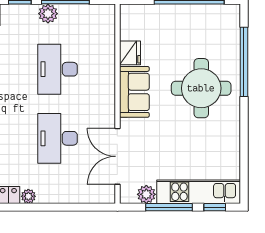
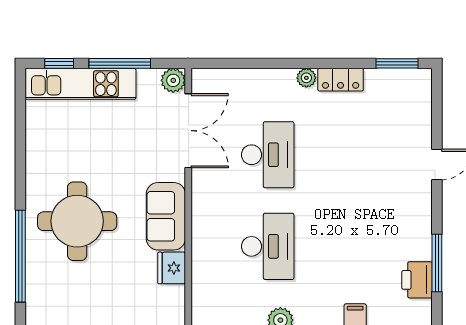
plant: (146, 194) -> (173, 80), moved

